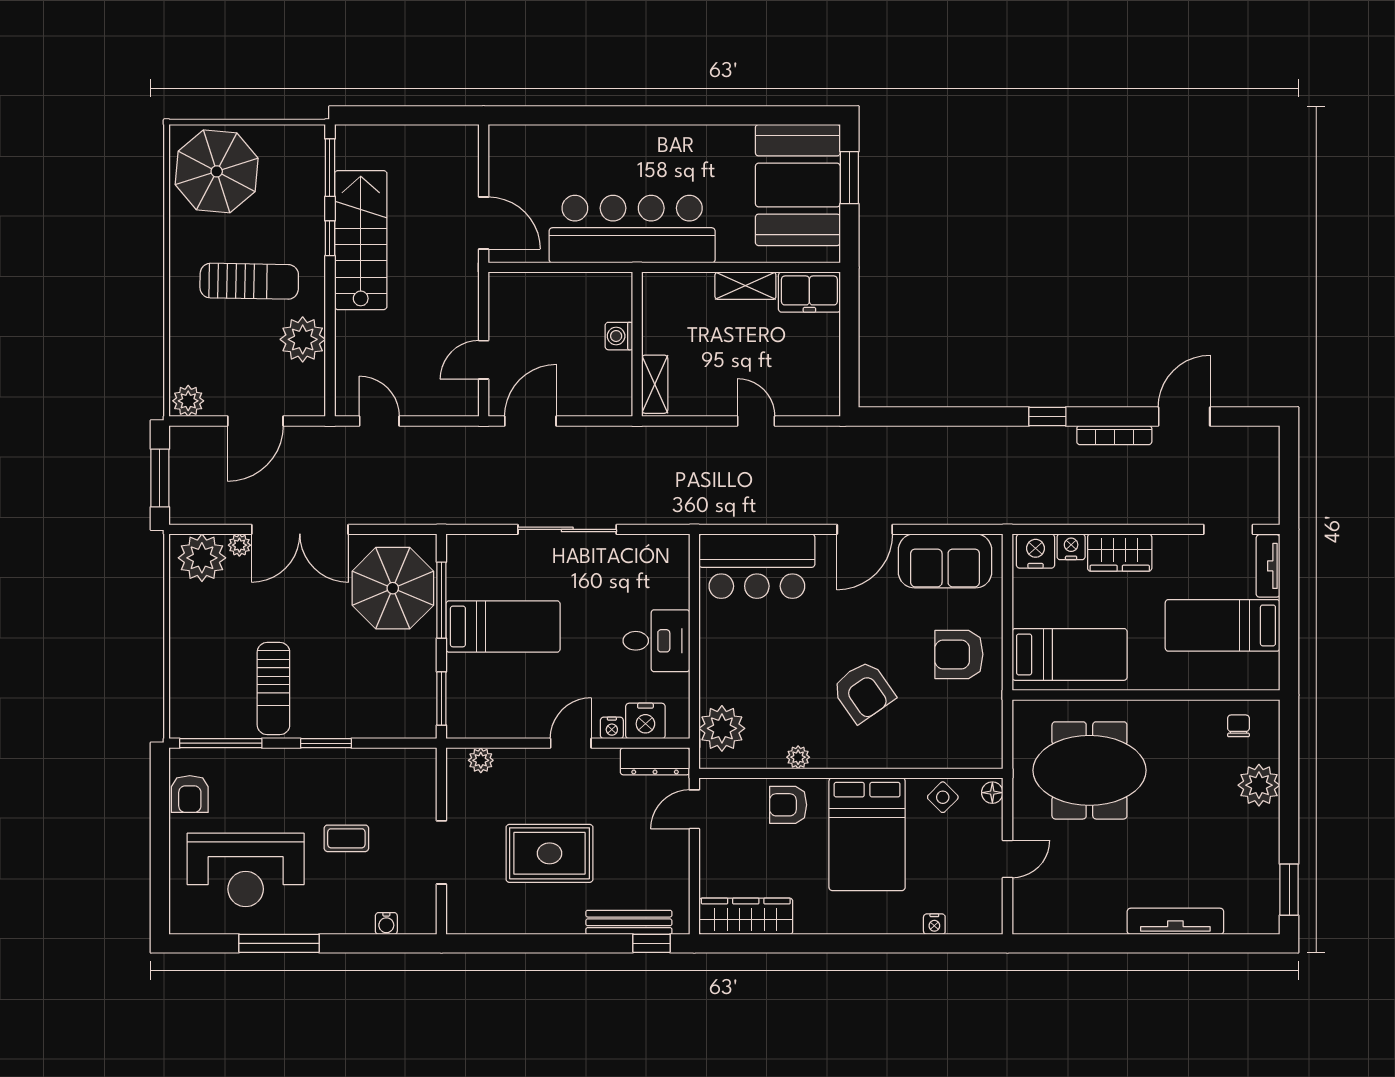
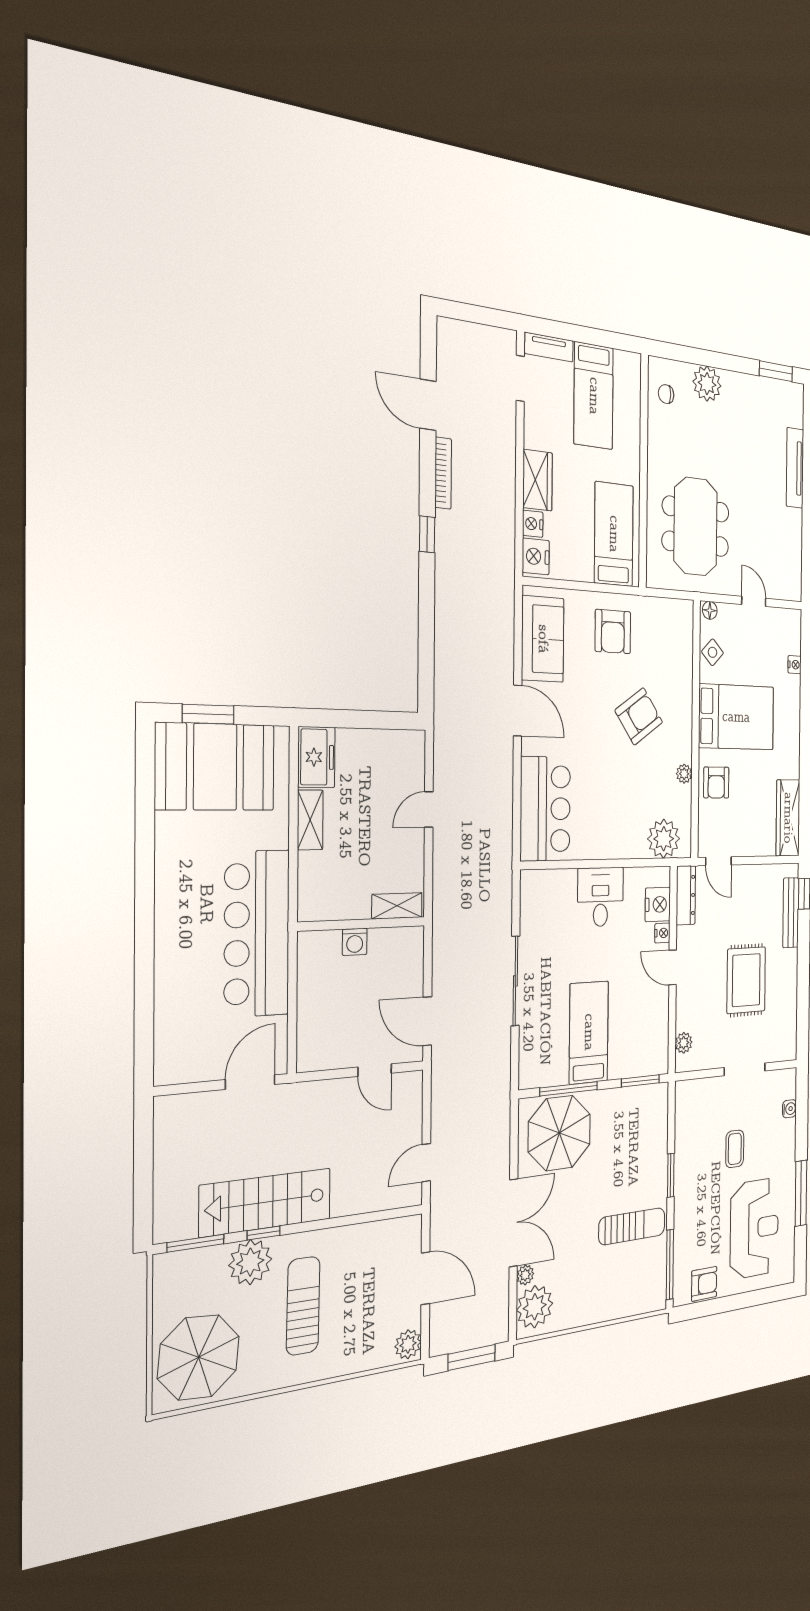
plant: (303, 339) -> (250, 1262), moved

